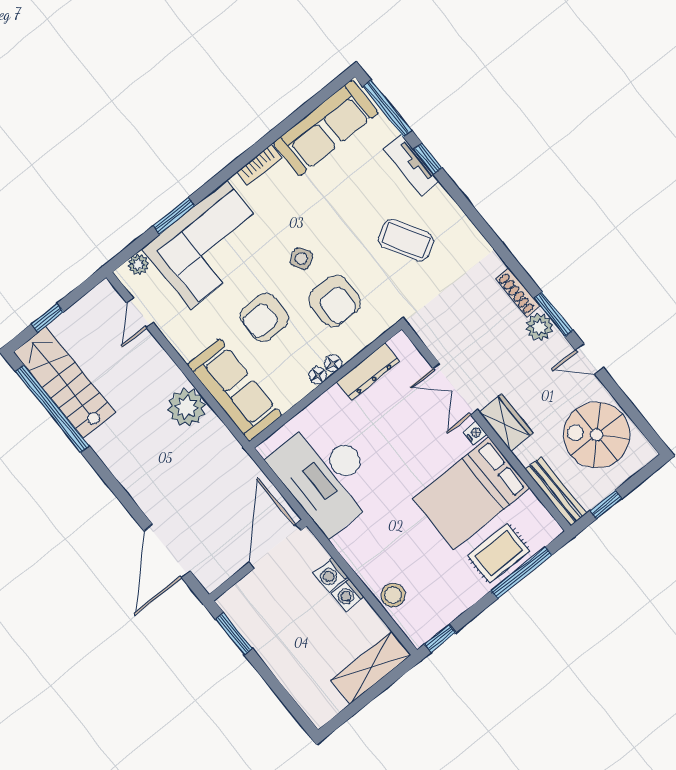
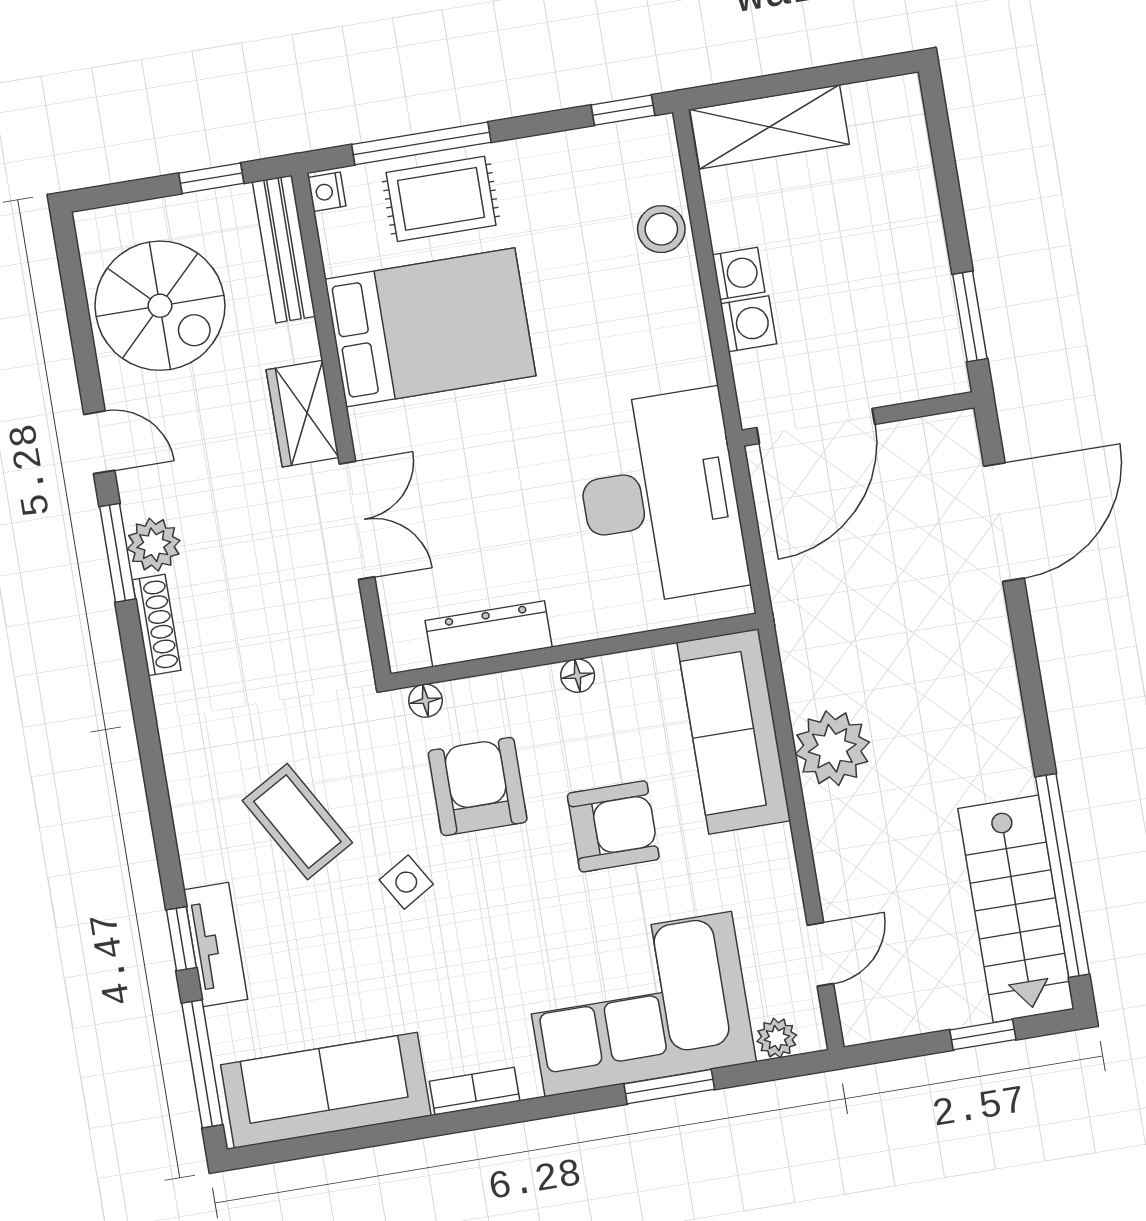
side table: (301, 259) -> (406, 882), moved
floor lamp: (333, 364) -> (425, 701), moved
nightstand: (475, 433) -> (327, 192), moved

